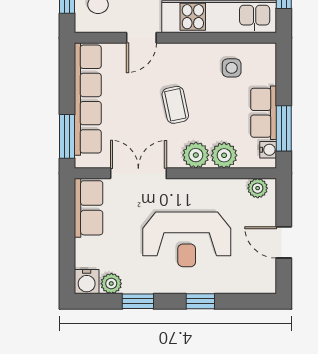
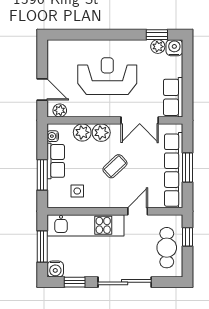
coffee table: (175, 105) -> (115, 166), turned 59
window: (284, 128) -> (42, 175), moved
window: (67, 136) -> (187, 168), moved
door: (284, 242) -> (42, 89), moved
window: (138, 301) -> (157, 35), moved
window: (200, 301) -> (98, 35), removed

